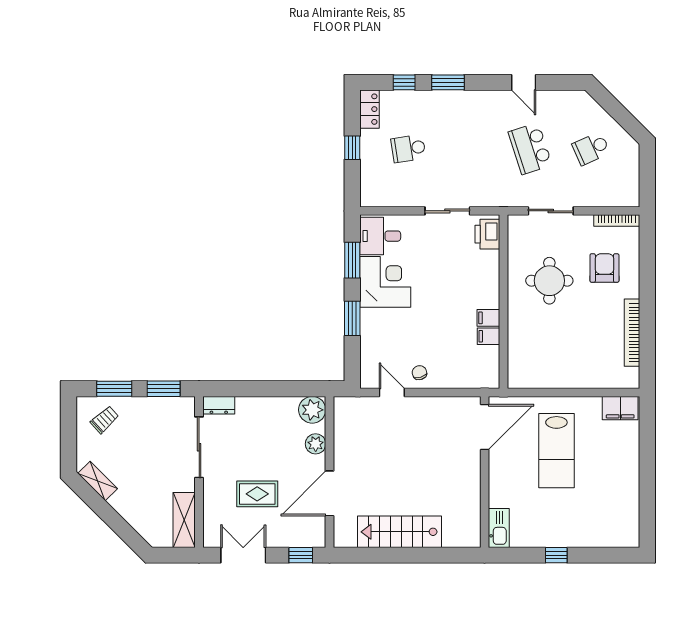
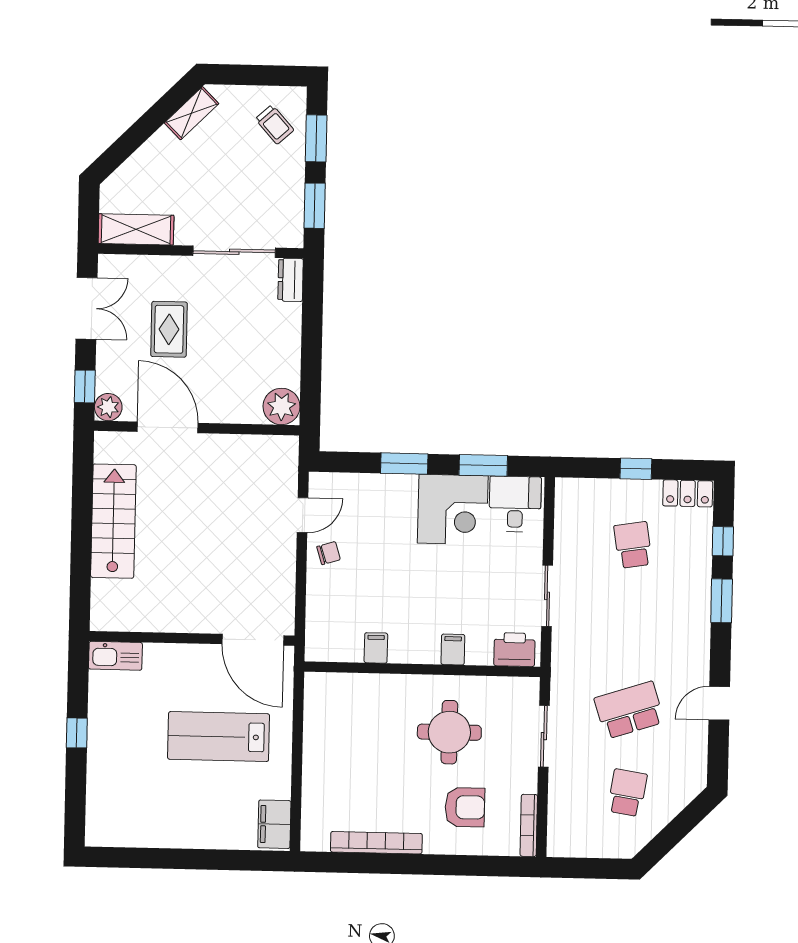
school desk: (591, 149) -> (627, 793), turned 33
filing cabinet: (488, 318) -> (453, 649), moved
plant: (316, 444) -> (108, 407), moved

